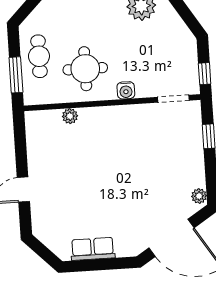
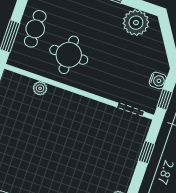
water cooler: (126, 90) -> (158, 80), moved, turned -90

